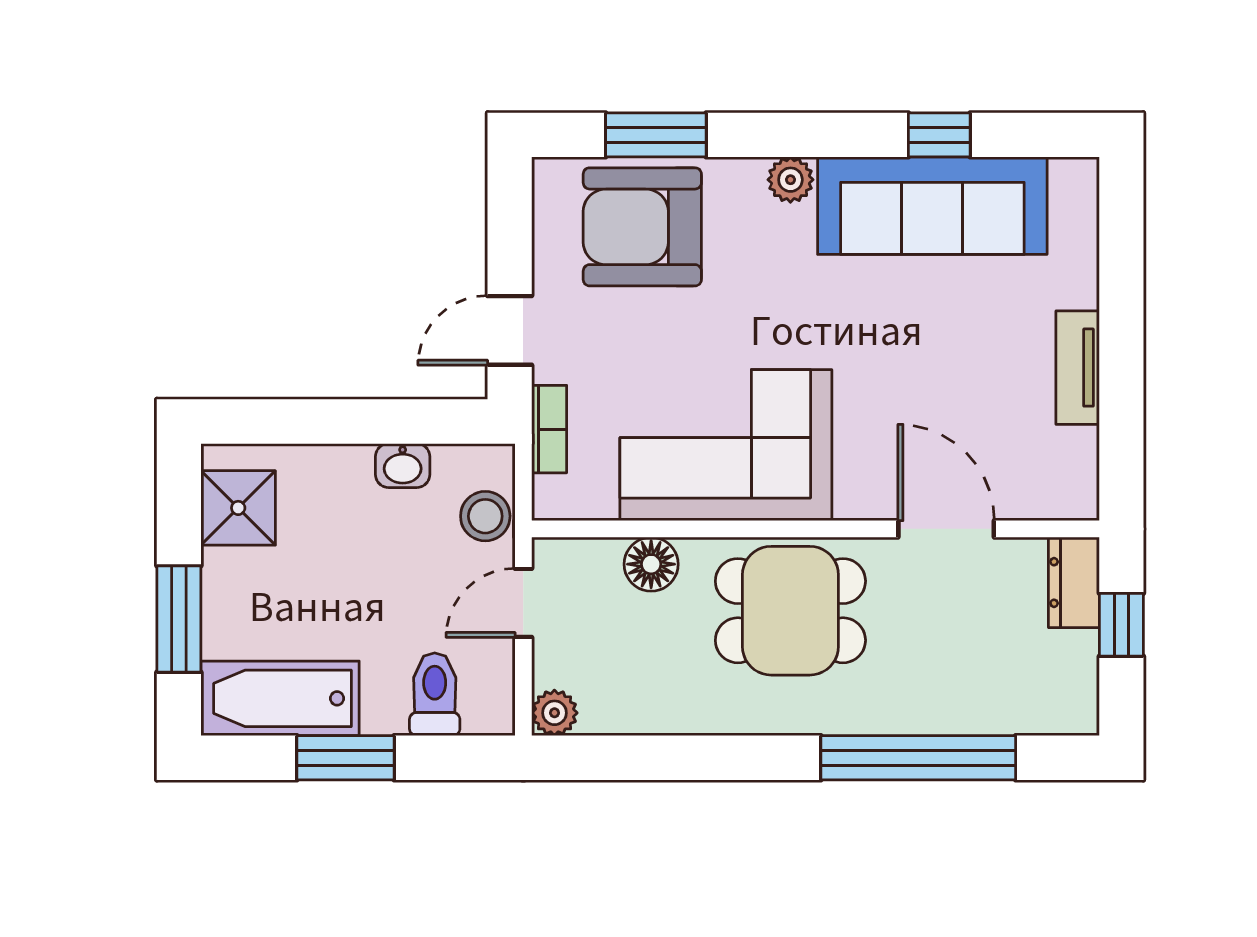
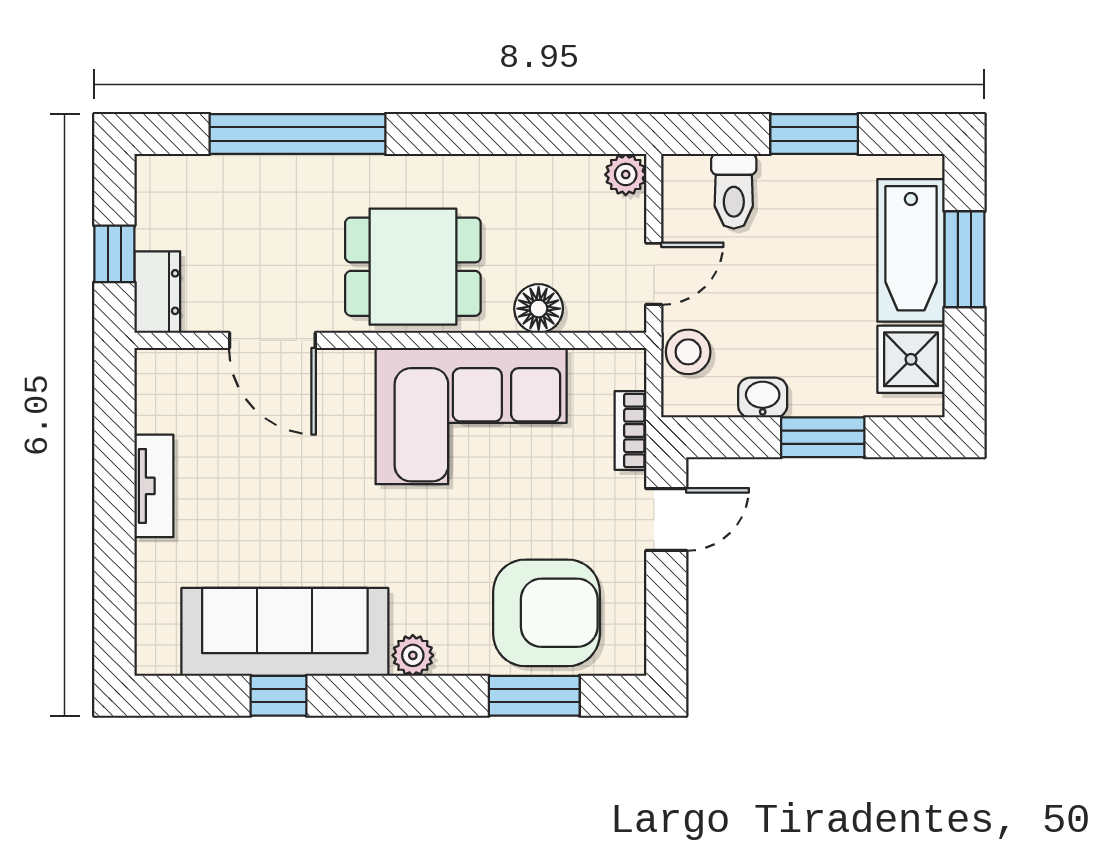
window: (336, 422) -> (823, 437), added
bathtub: (280, 698) -> (911, 250), moved, turned 90

